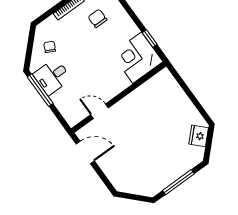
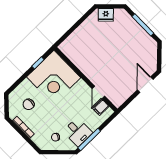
corner desk: (137, 58) -> (54, 77), width x1.36, depth x1.36
filing cabinet: (79, 111) -> (101, 107), added
door: (85, 152) -> (145, 85), moved

